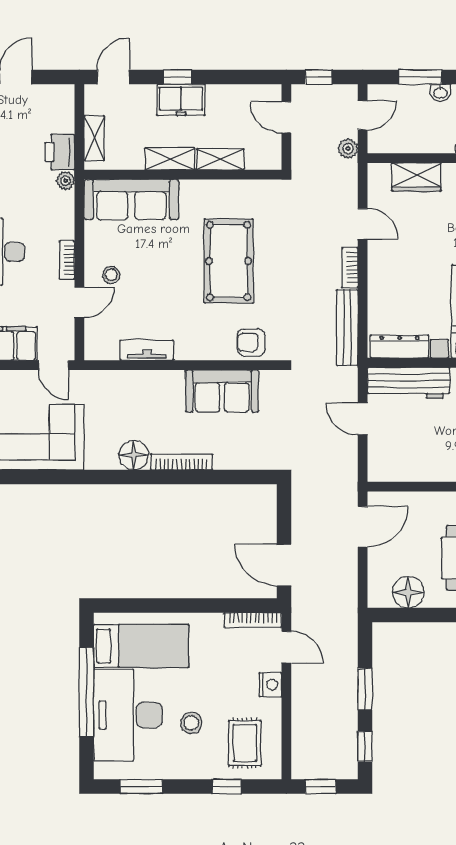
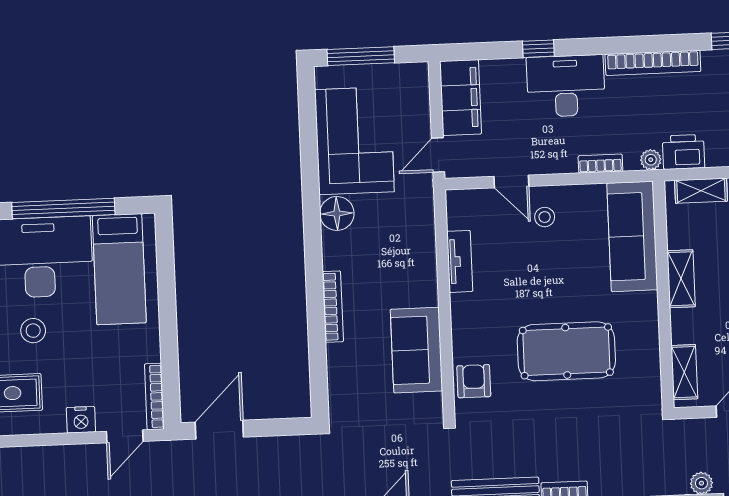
shelving: (220, 159) -> (684, 372), moved
bookcase: (67, 260) -> (600, 163), moved
floor lamp: (134, 455) -> (337, 213), moved

